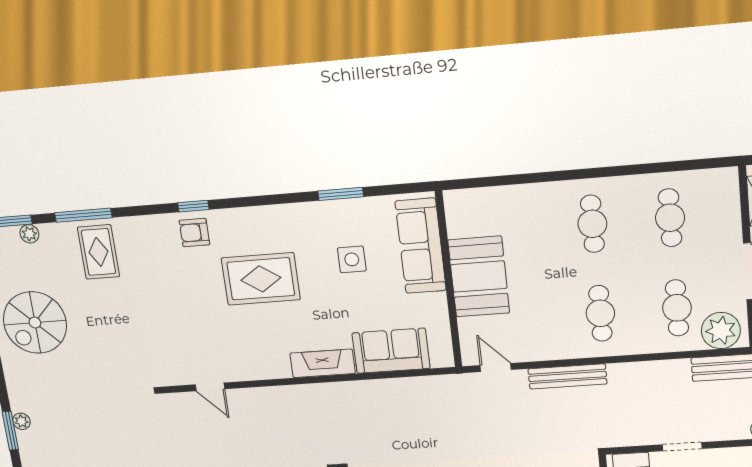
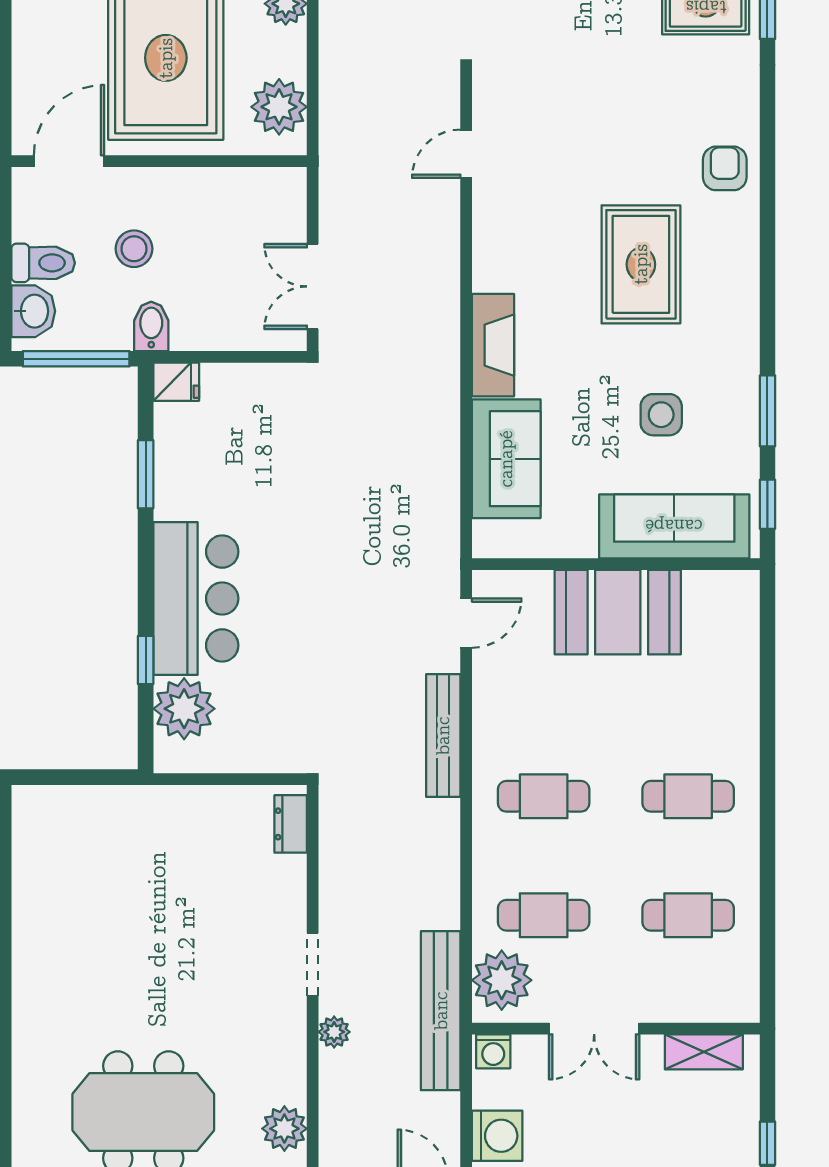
window: (193, 206) -> (767, 504), moved
doorway: (682, 447) -> (313, 964), moved

